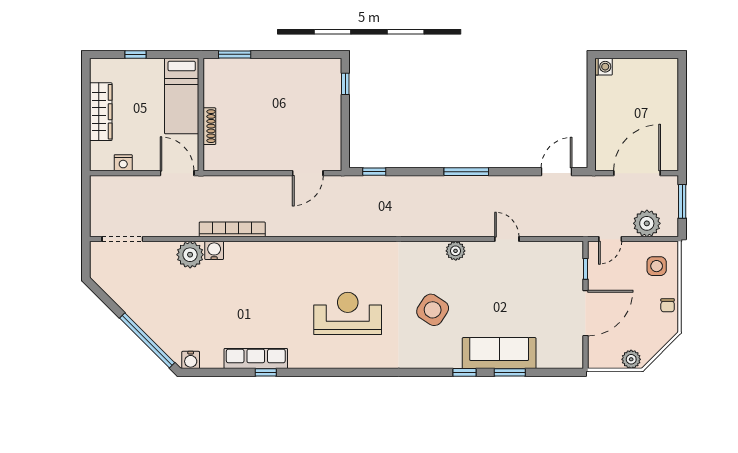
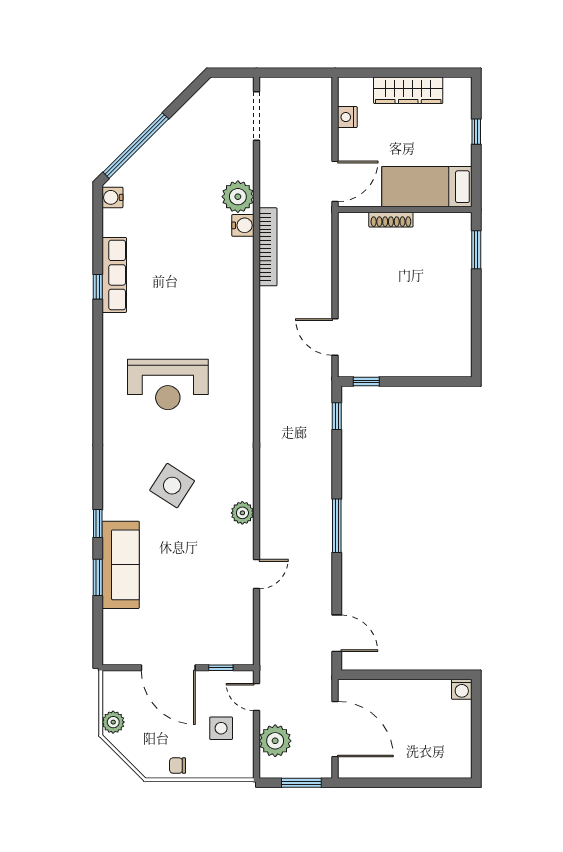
window: (345, 84) -> (366, 381), moved
side table: (657, 266) -> (221, 728), moved
reception desk: (348, 313) -> (168, 384), turned 90

